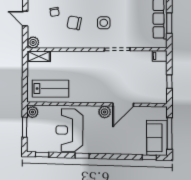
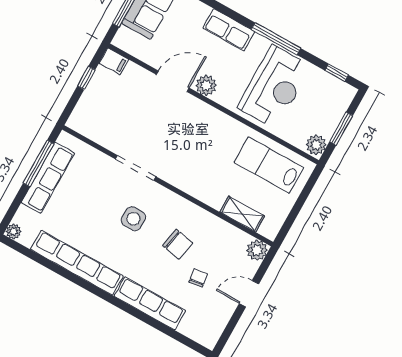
door: (25, 19) -> (249, 294), swing flipped
window: (169, 23) -> (38, 164), width x1.44
shelving: (39, 56) -> (242, 214), moved
filing cabinet: (160, 56) -> (114, 61), moved
row of seats: (109, 147) -> (229, 30), added
window: (82, 156) -> (276, 39), width x2.17

